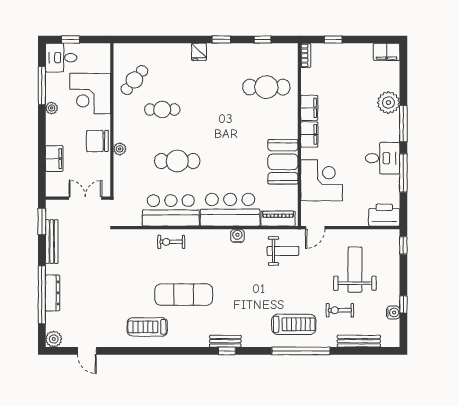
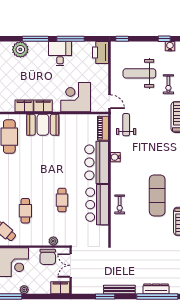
cafe table: (177, 161) -> (62, 200), width x0.73, depth x0.74
booth: (283, 162) -> (43, 125), moved
wall: (78, 198) -> (71, 271), moved
double door: (85, 198) -> (71, 265), moved

